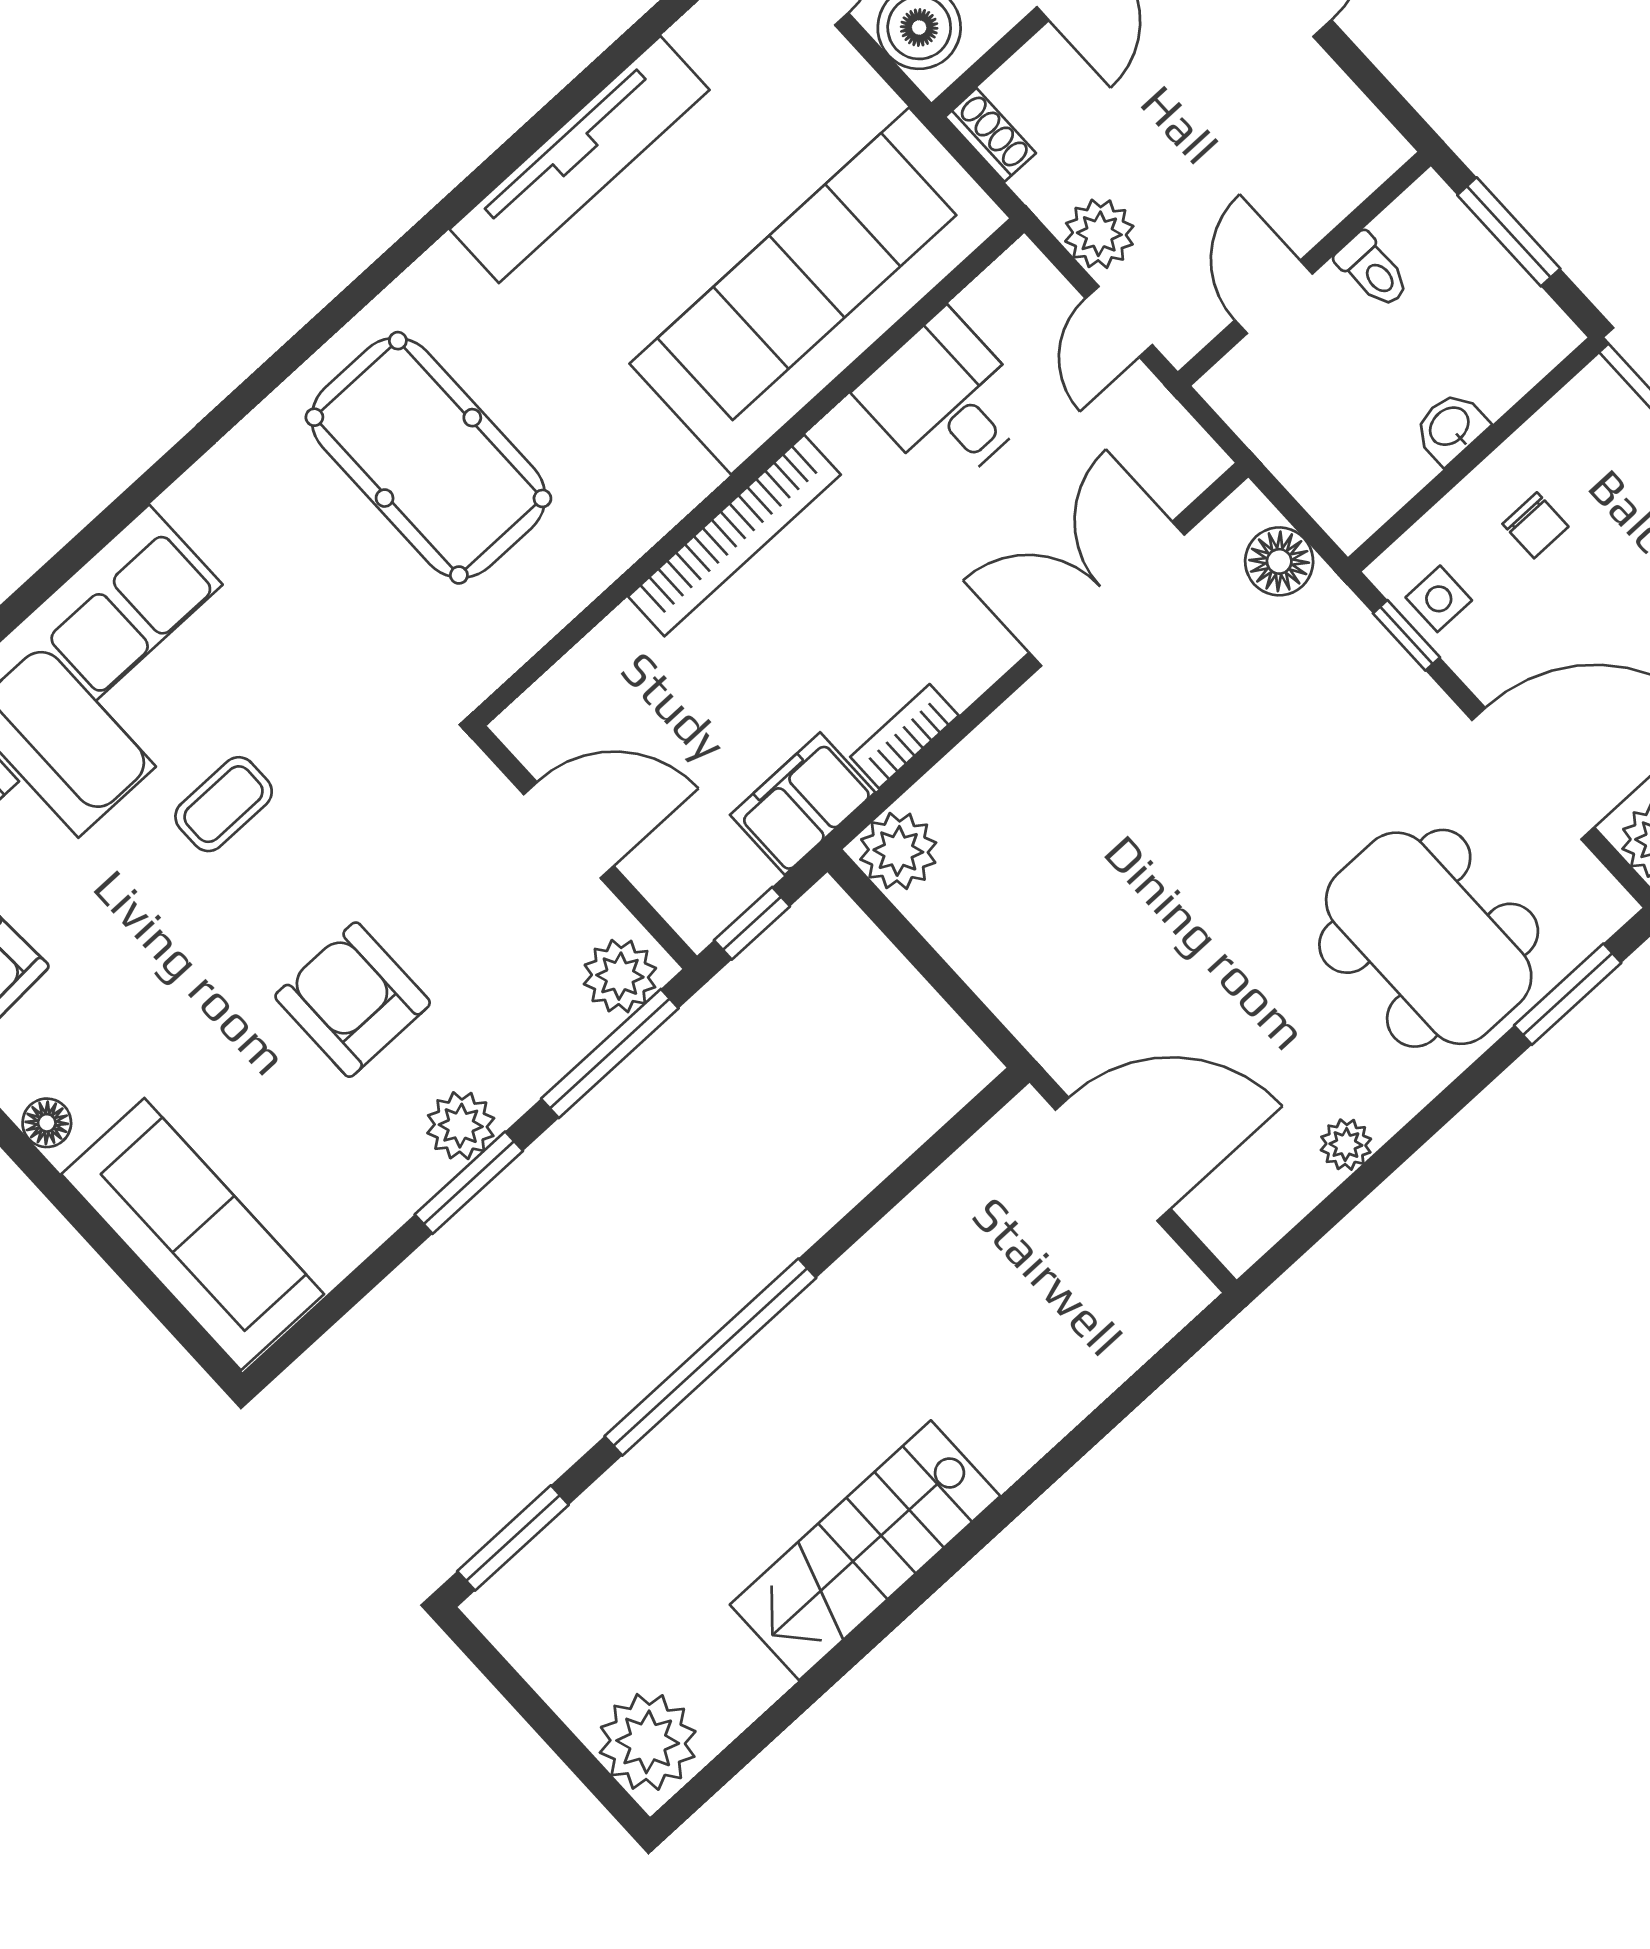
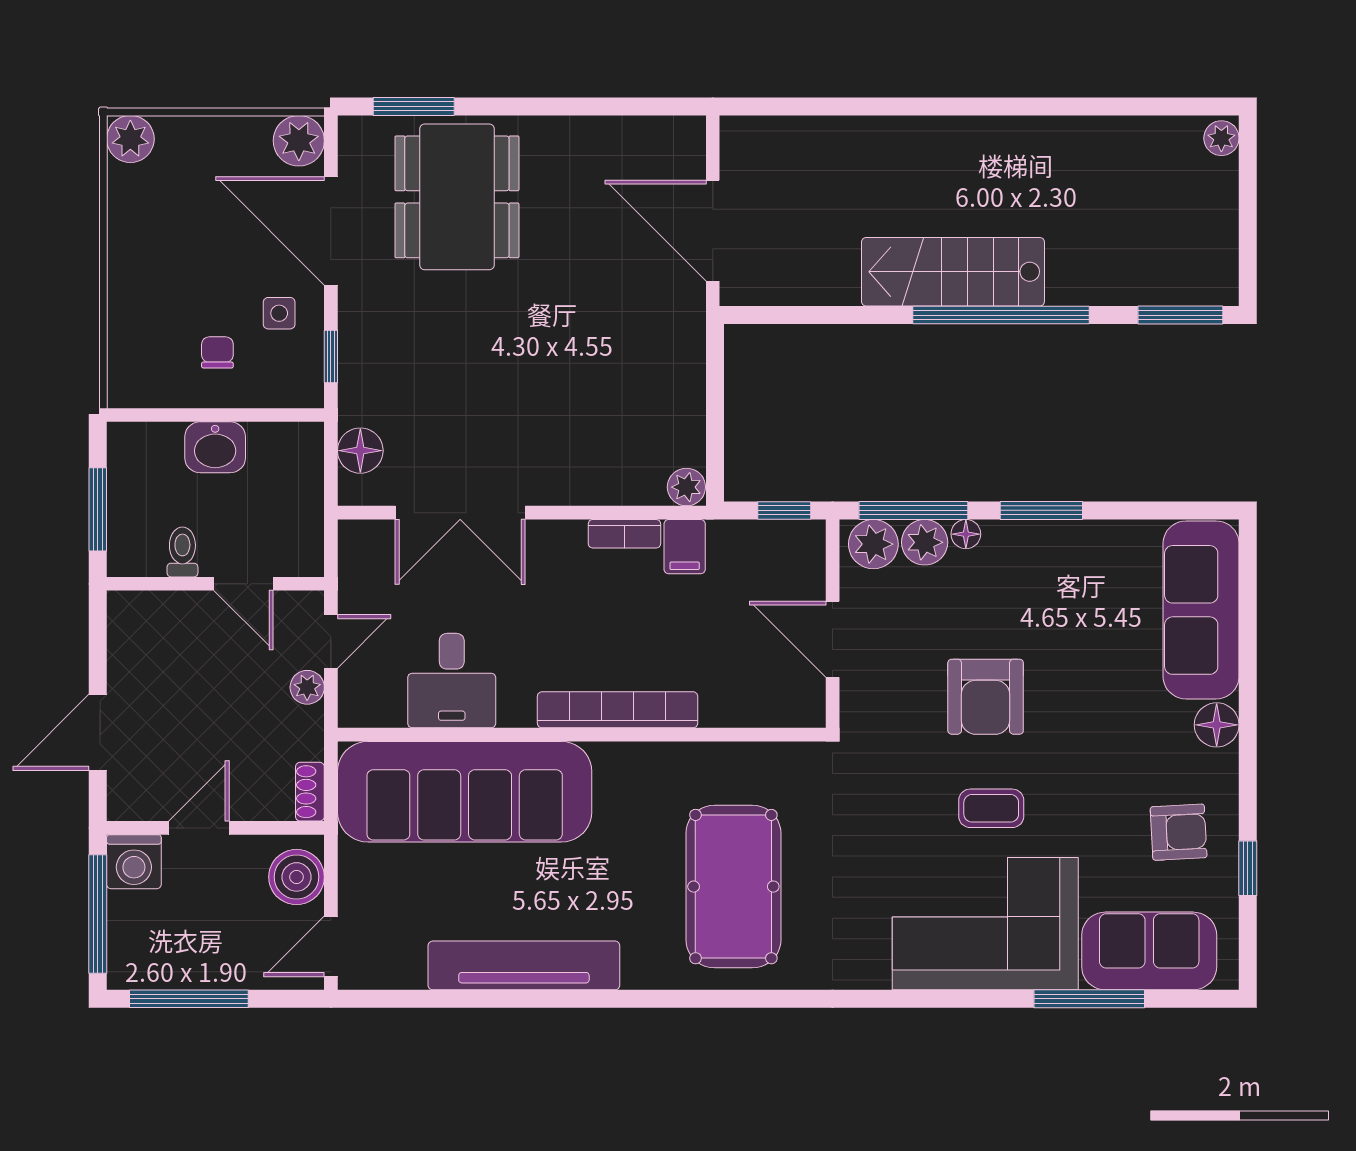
plant: (1099, 234) -> (307, 687), width x0.73, depth x0.73
door: (1274, 297) -> (243, 584), hinge flipped
washbasin: (1450, 427) -> (215, 447), width x1.38, depth x1.45
side table: (1439, 599) -> (279, 313), moved
filing cabinet: (803, 804) -> (685, 547), width x0.50
plant: (898, 851) -> (686, 487), width x0.73, depth x0.73
armchair: (353, 1000) -> (986, 697), moved
floor lamp: (528, 1080) -> (966, 534), added
floor lamp: (47, 1123) -> (1217, 725), width x1.37, depth x1.37
plant: (461, 1126) -> (925, 542), moved
plant: (1346, 1145) -> (591, 132), removed
stairs: (865, 1550) -> (953, 272), moved, turned 180
plant: (648, 1742) -> (1221, 138), width x0.53, depth x0.53

